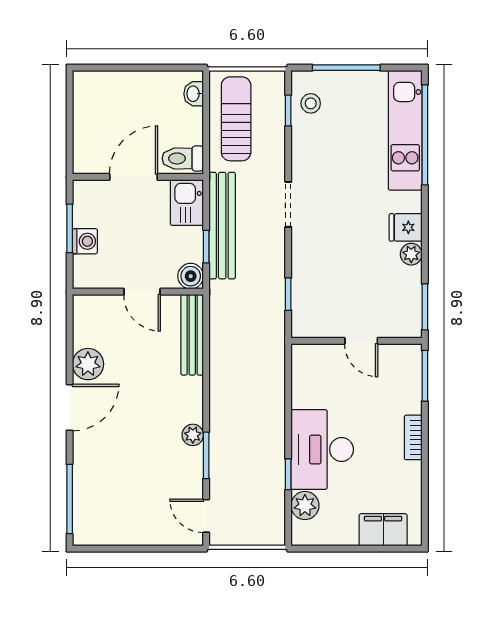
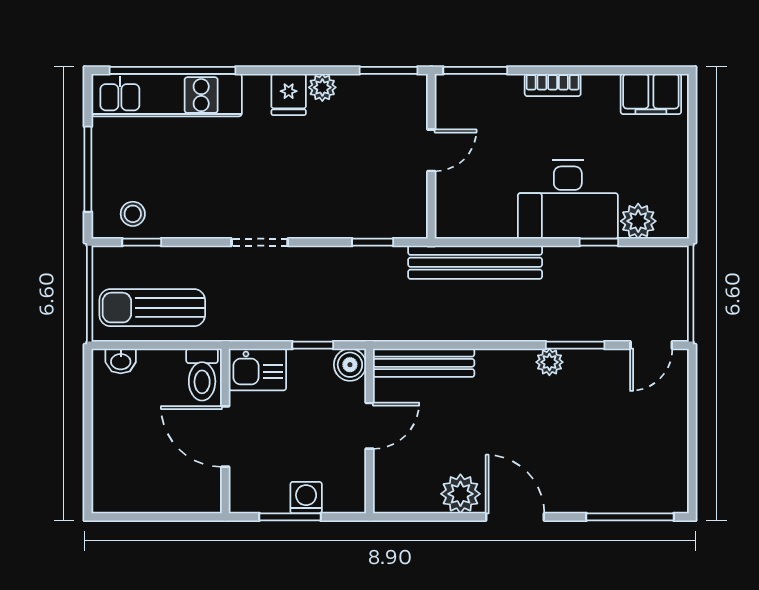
bench: (222, 226) -> (475, 262), moved
filing cabinet: (383, 530) -> (651, 94), moved, turned -90

